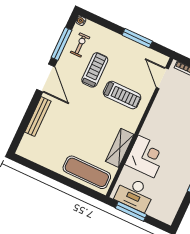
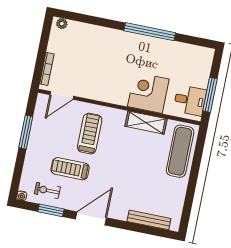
window: (62, 44) -> (51, 210), width x0.69
bench: (38, 117) -> (149, 220), moved
desk: (135, 194) -> (190, 100), width x0.73

